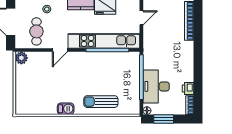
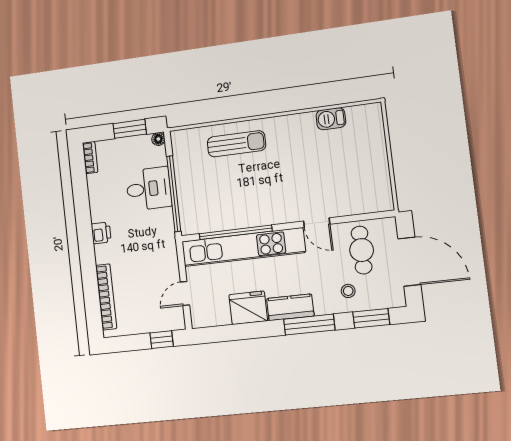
door: (60, 50) -> (317, 223), swing flipped
plant: (21, 58) -> (382, 201), removed
desk: (156, 86) -> (149, 189), width x0.73
printer: (188, 89) -> (101, 233), moved
barbecue: (66, 109) -> (331, 119), moved

